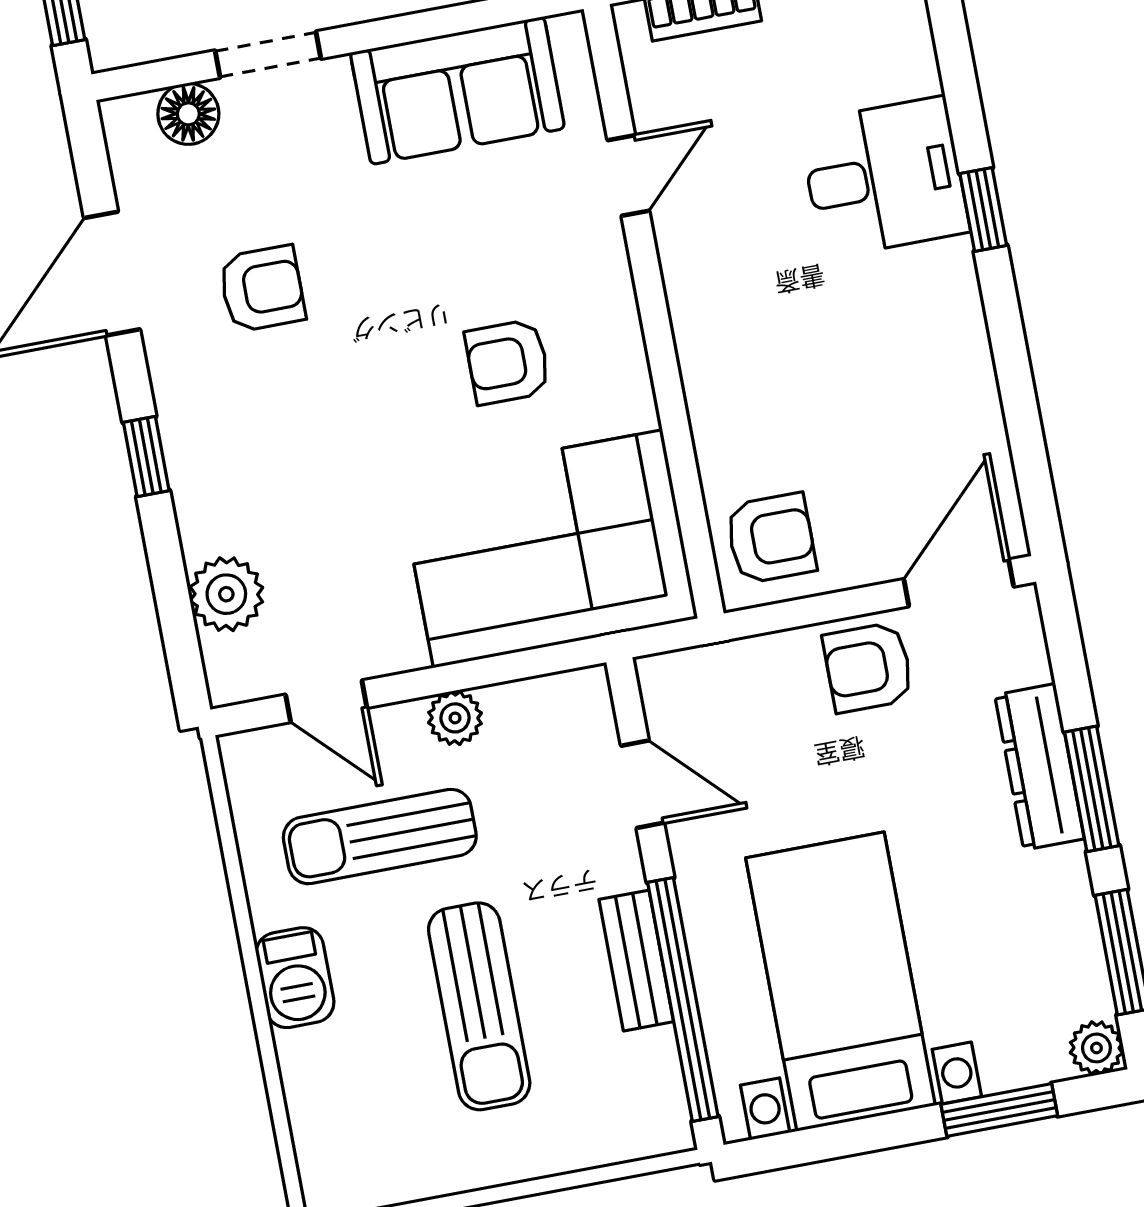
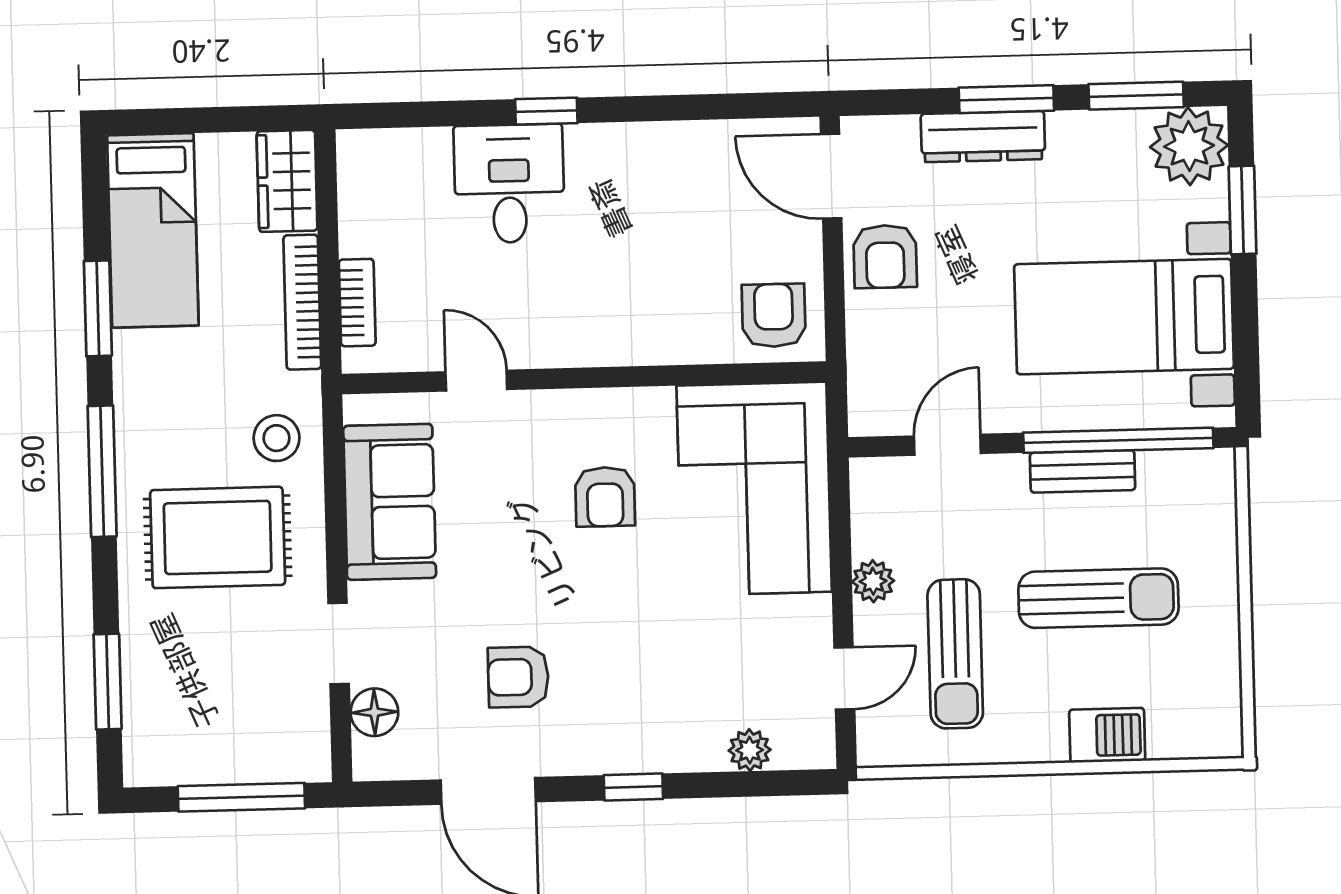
armchair: (262, 289) -> (518, 677), turned -90
plant: (226, 594) -> (750, 750), width x0.73, depth x0.73
barbecue: (295, 978) -> (1107, 735), moved
plant: (1096, 1048) -> (1189, 146), width x1.87, depth x1.87

